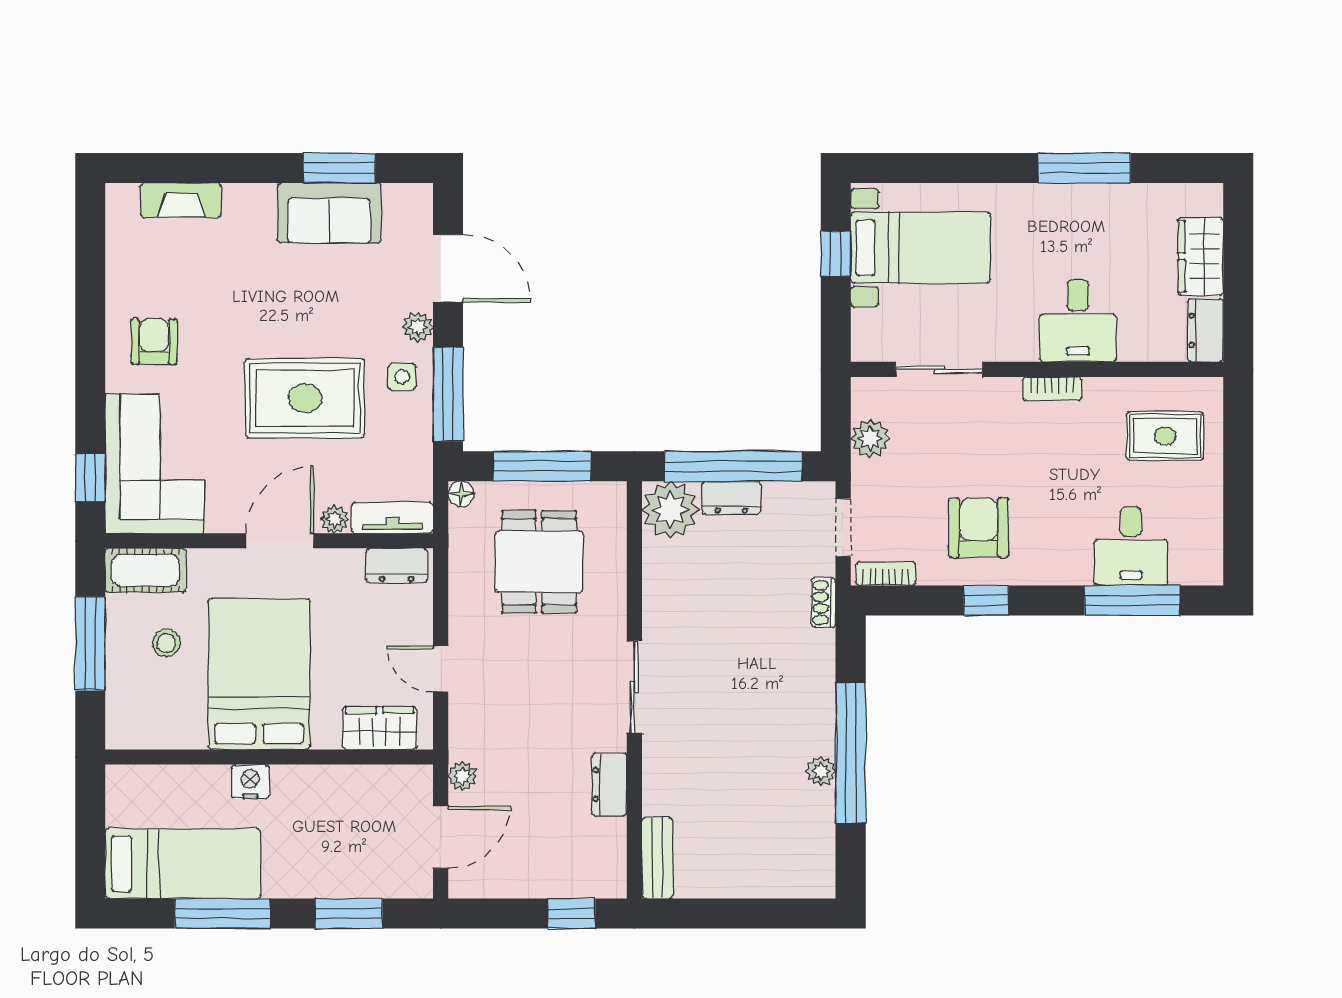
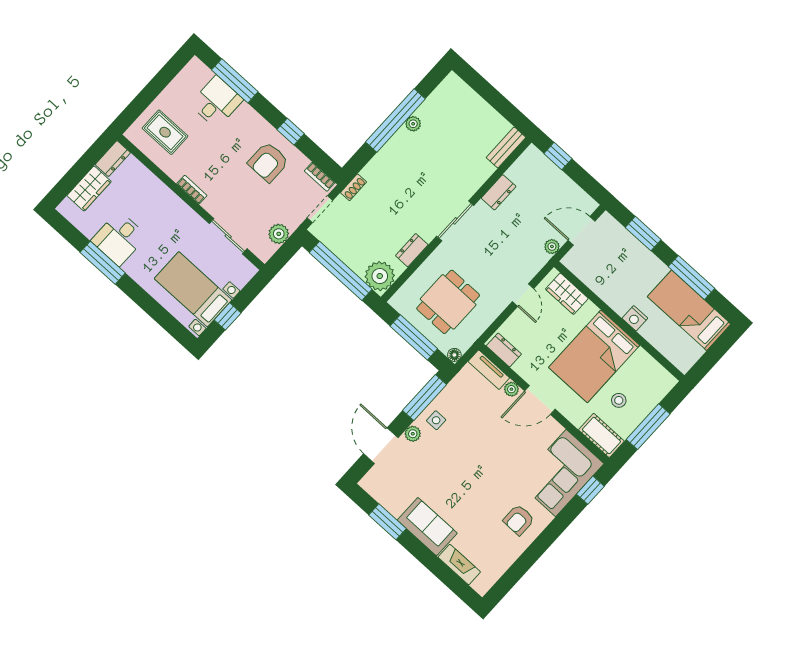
sofa: (329, 213) -> (427, 527), moved
desk: (1078, 321) -> (119, 238), moved, turned 180
rug: (305, 398) -> (481, 446), removed
dresser: (731, 498) -> (412, 250), moved, turned -90

